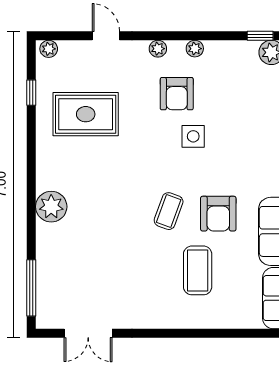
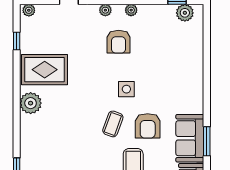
rug: (86, 114) -> (45, 70), moved
side table: (193, 136) -> (126, 89), moved
plant: (51, 207) -> (31, 103), moved

